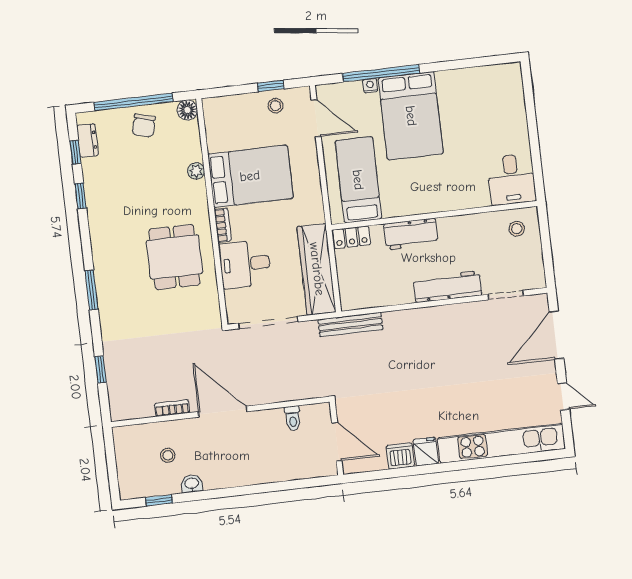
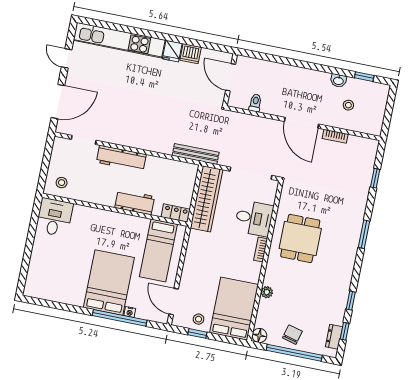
bed: (250, 176) -> (234, 309), moved, turned 90

